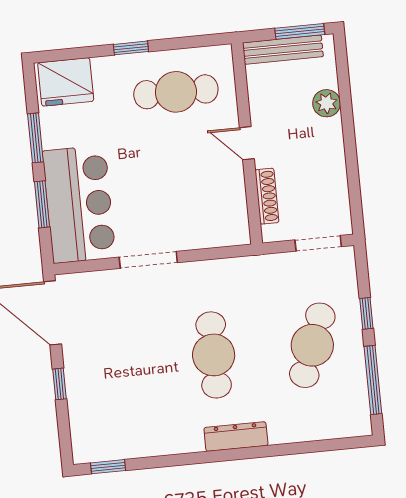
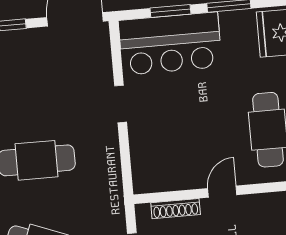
doorway: (148, 260) -> (121, 104), width x0.73

